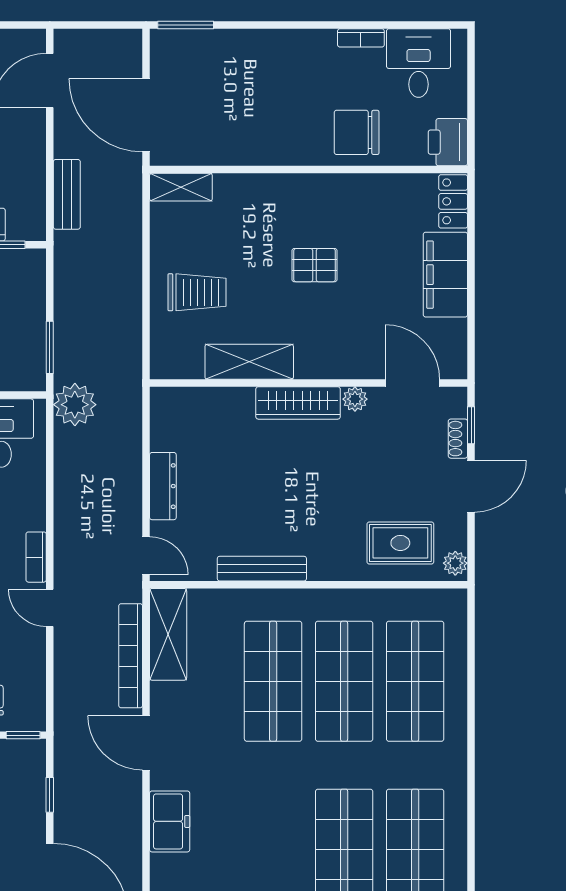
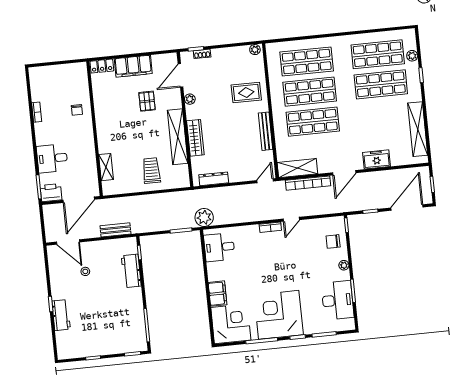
desk: (419, 63) -> (52, 158), moved
chair: (357, 132) -> (77, 110), width x0.54, depth x0.54
printer: (448, 142) -> (51, 193), moved, turned 180
shelving: (181, 187) -> (106, 167), moved
pallet: (314, 265) -> (147, 101), moved
shelving: (249, 362) -> (178, 137), width x1.47
wardrobe: (298, 403) -> (195, 138), moved
dresser: (163, 486) -> (214, 179), moved
door: (471, 486) -> (222, 46), removed
rug: (400, 543) -> (246, 92), moved, turned 90

